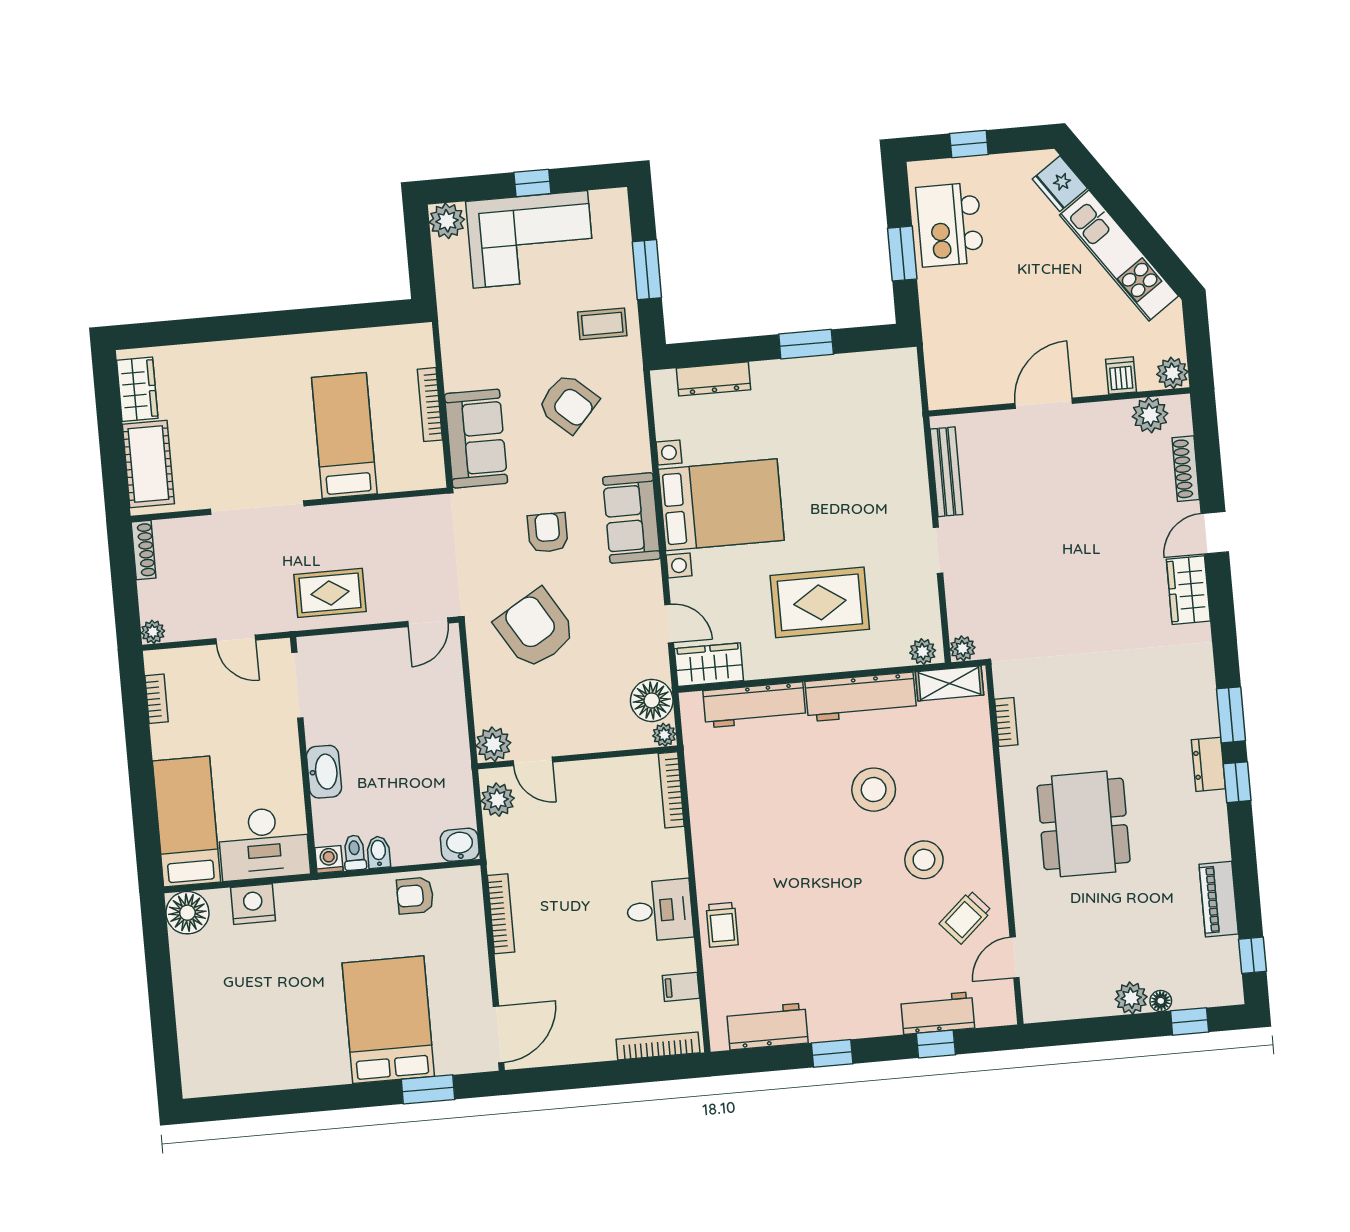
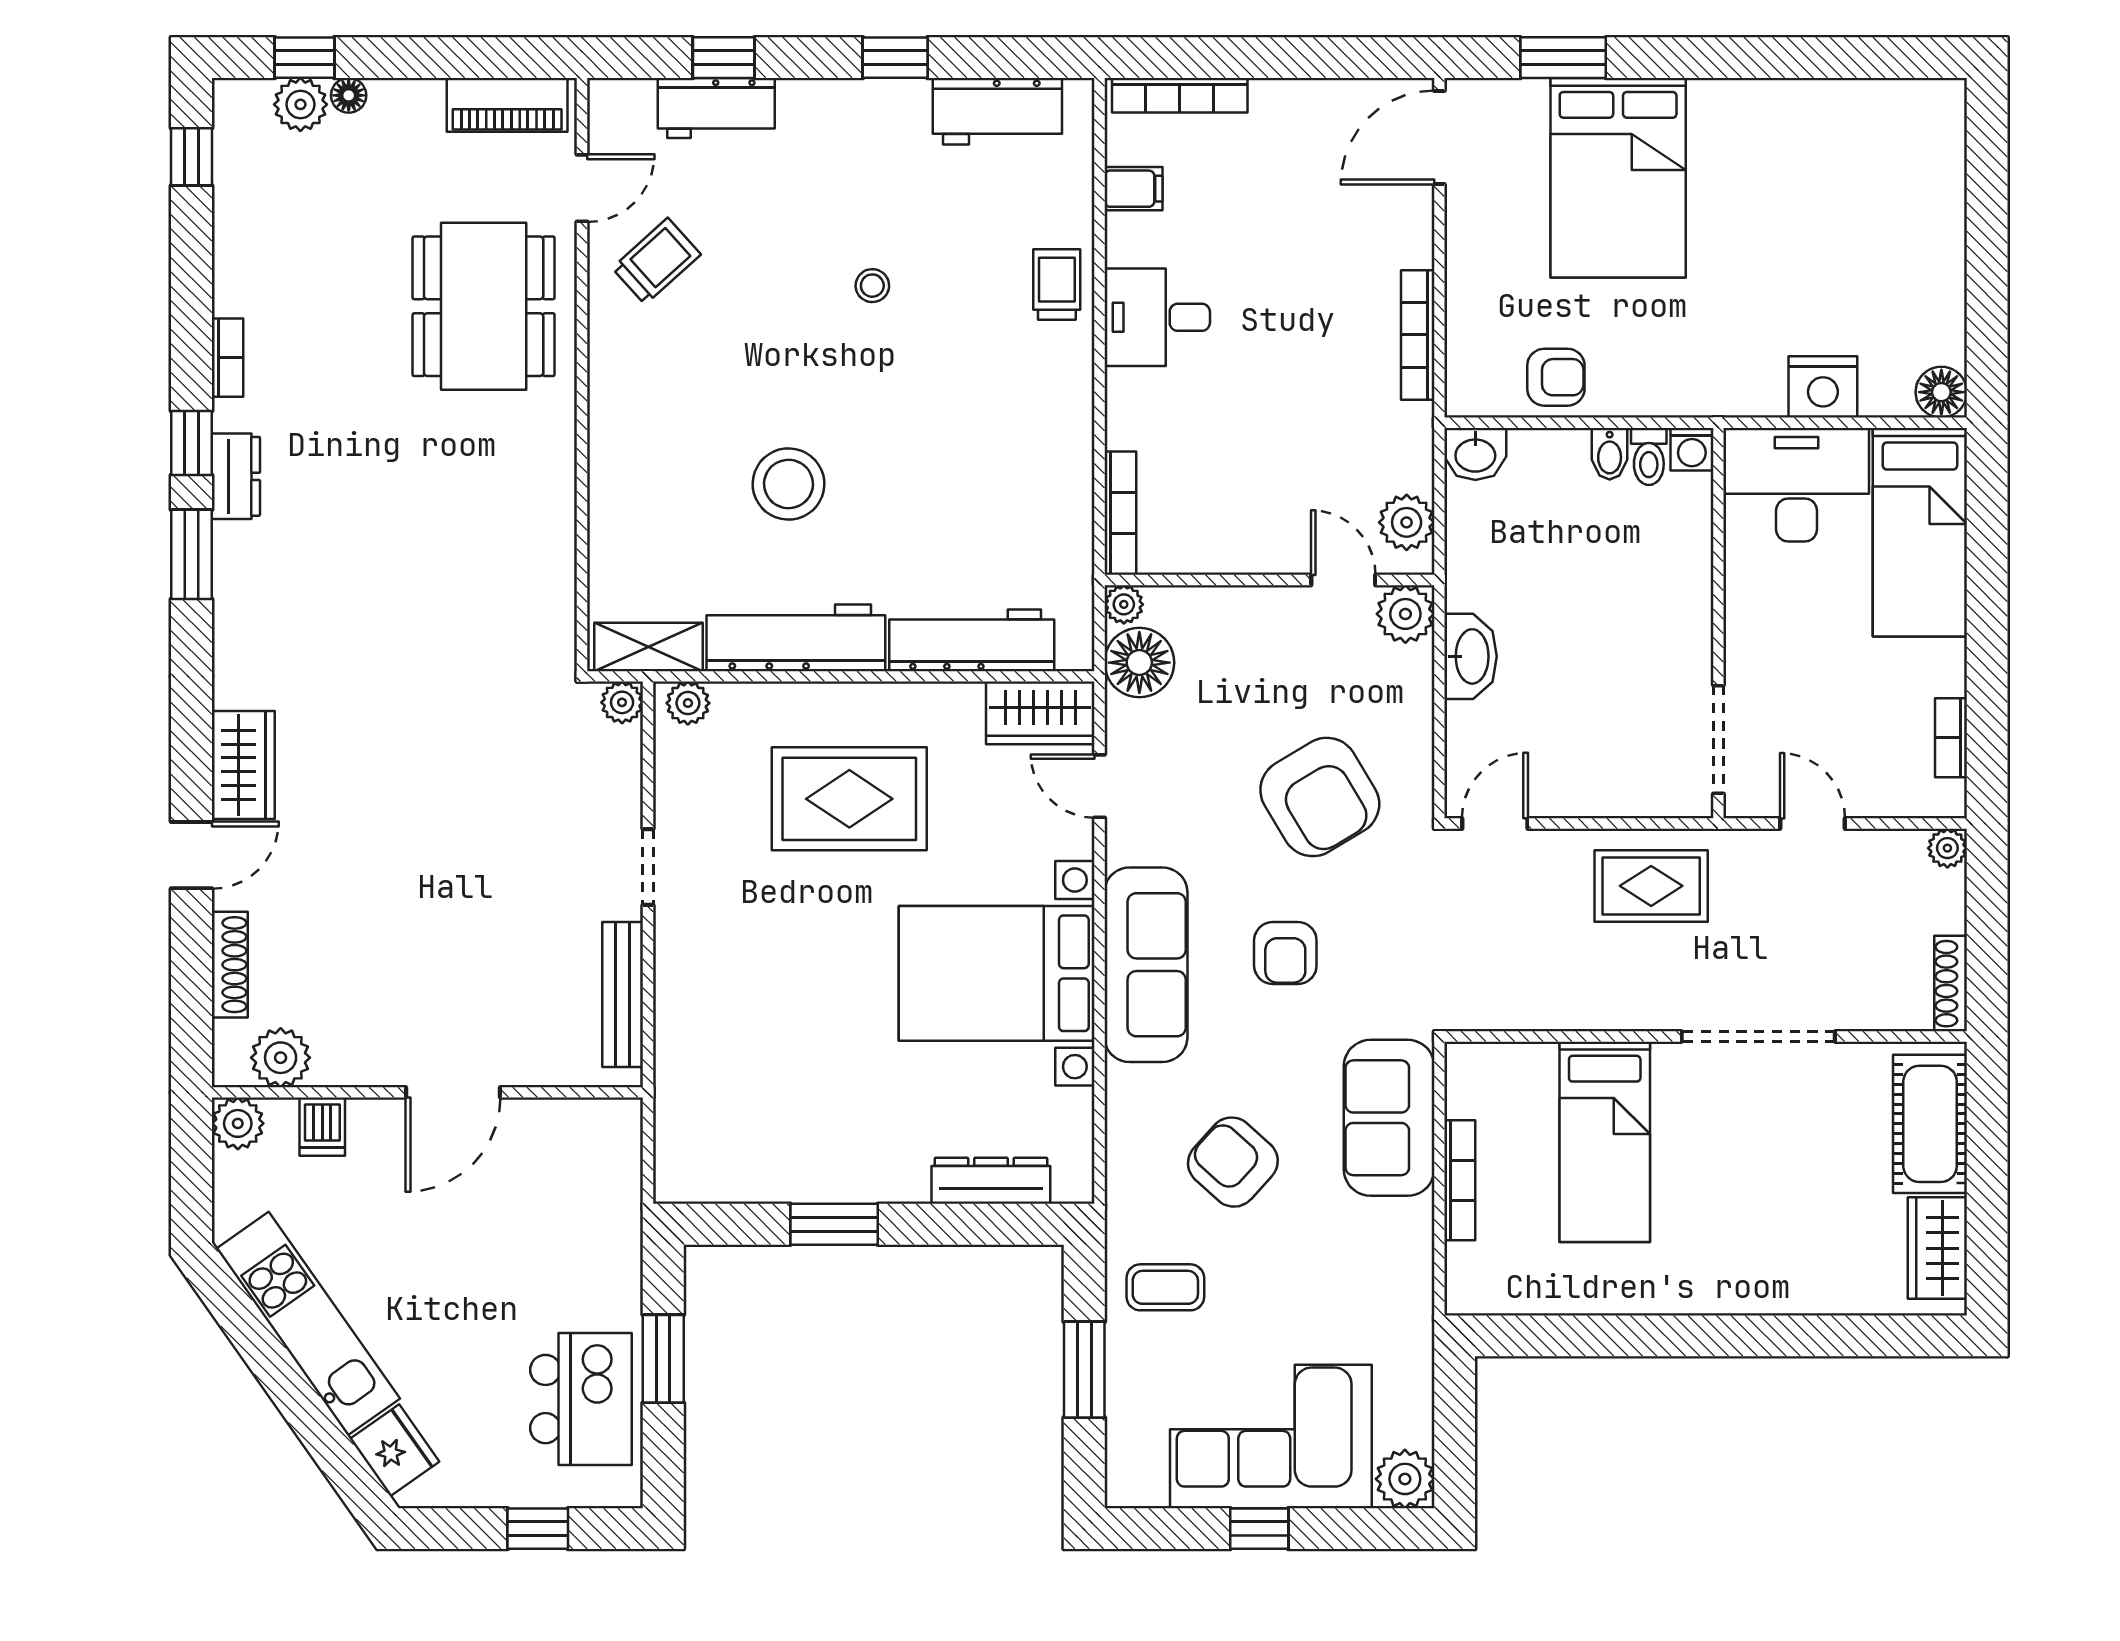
sofa: (631, 518) -> (1146, 965), width x1.36
bookcase: (1006, 722) -> (227, 358), moved, turned 180
washbasin: (324, 772) -> (1471, 656), moved, turned 180
dining table: (1084, 824) -> (484, 306), moved
stool: (924, 860) -> (872, 286), moved, width x0.53, depth x0.53
piano: (1219, 899) -> (507, 105), moved, turned 90
floor lamp: (187, 913) -> (1941, 392), width x0.73, depth x0.73
plant: (1131, 998) -> (300, 104), moved

